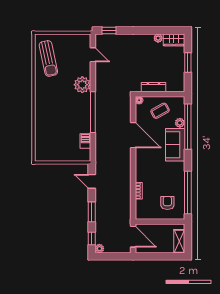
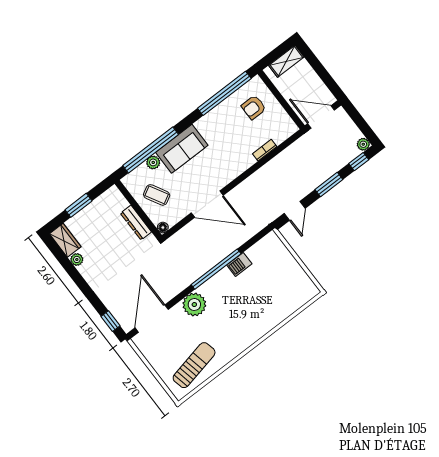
door: (93, 55) -> (152, 319), width x1.88
door: (133, 135) -> (207, 204), swing flipped
barbecue: (85, 141) -> (239, 264), moved
door: (133, 237) -> (321, 117), hinge flipped

